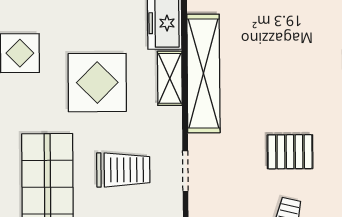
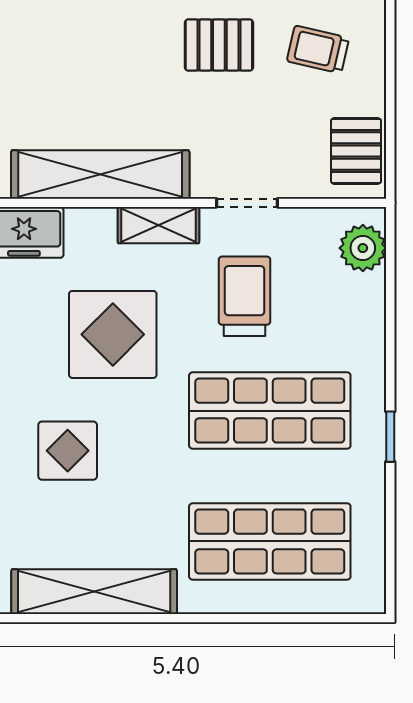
shelving: (170, 78) -> (158, 225), moved
pallet: (290, 152) -> (219, 45), turned 90

